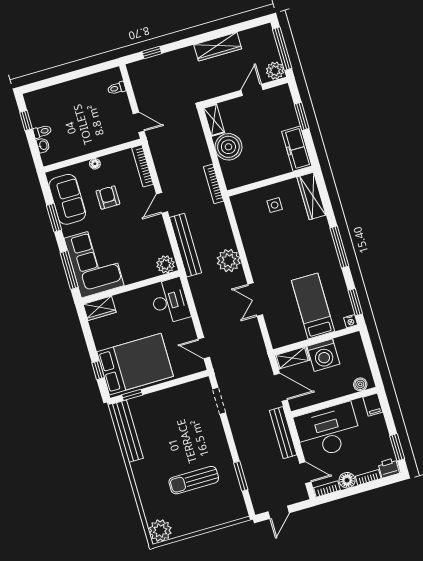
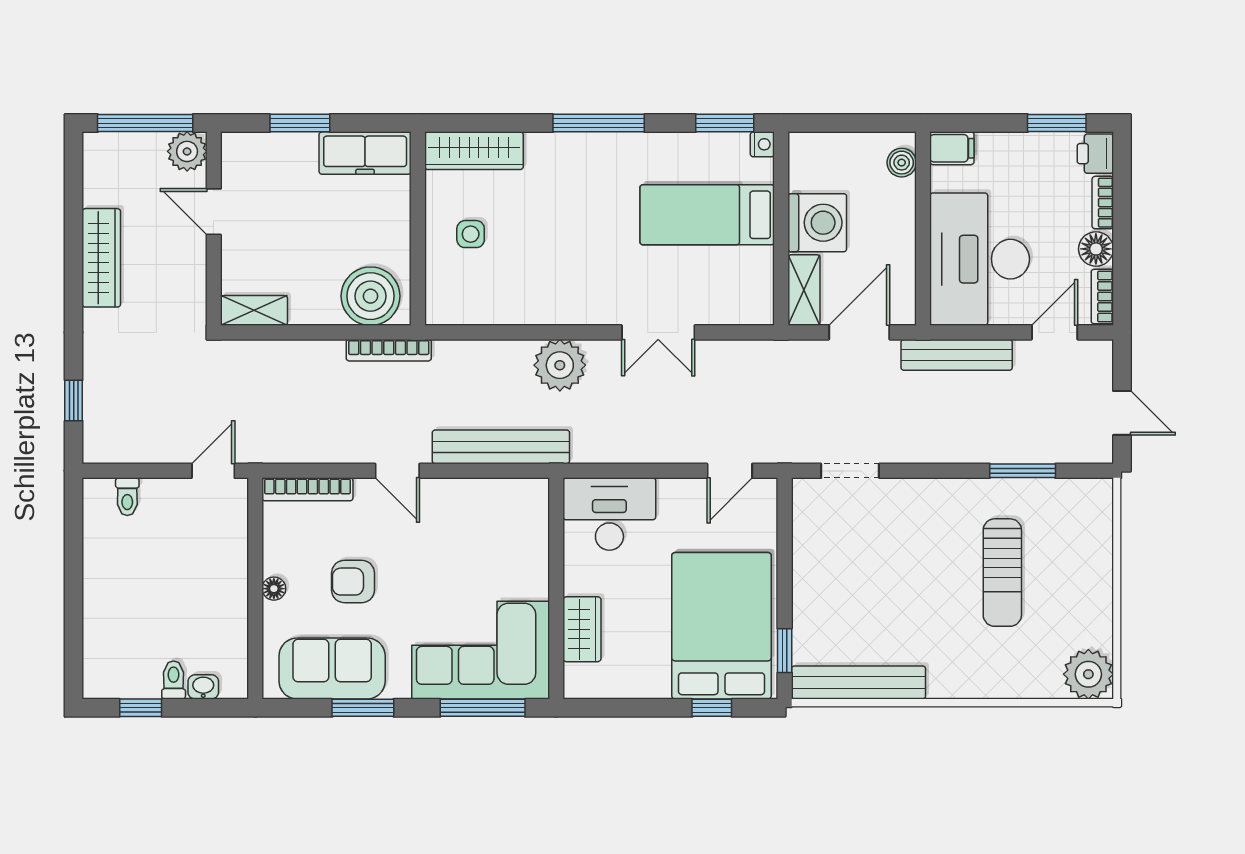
boiler: (228, 147) -> (371, 296), moved
plant: (165, 264) -> (529, 501), removed
wardrobe: (100, 308) -> (582, 629), moved

